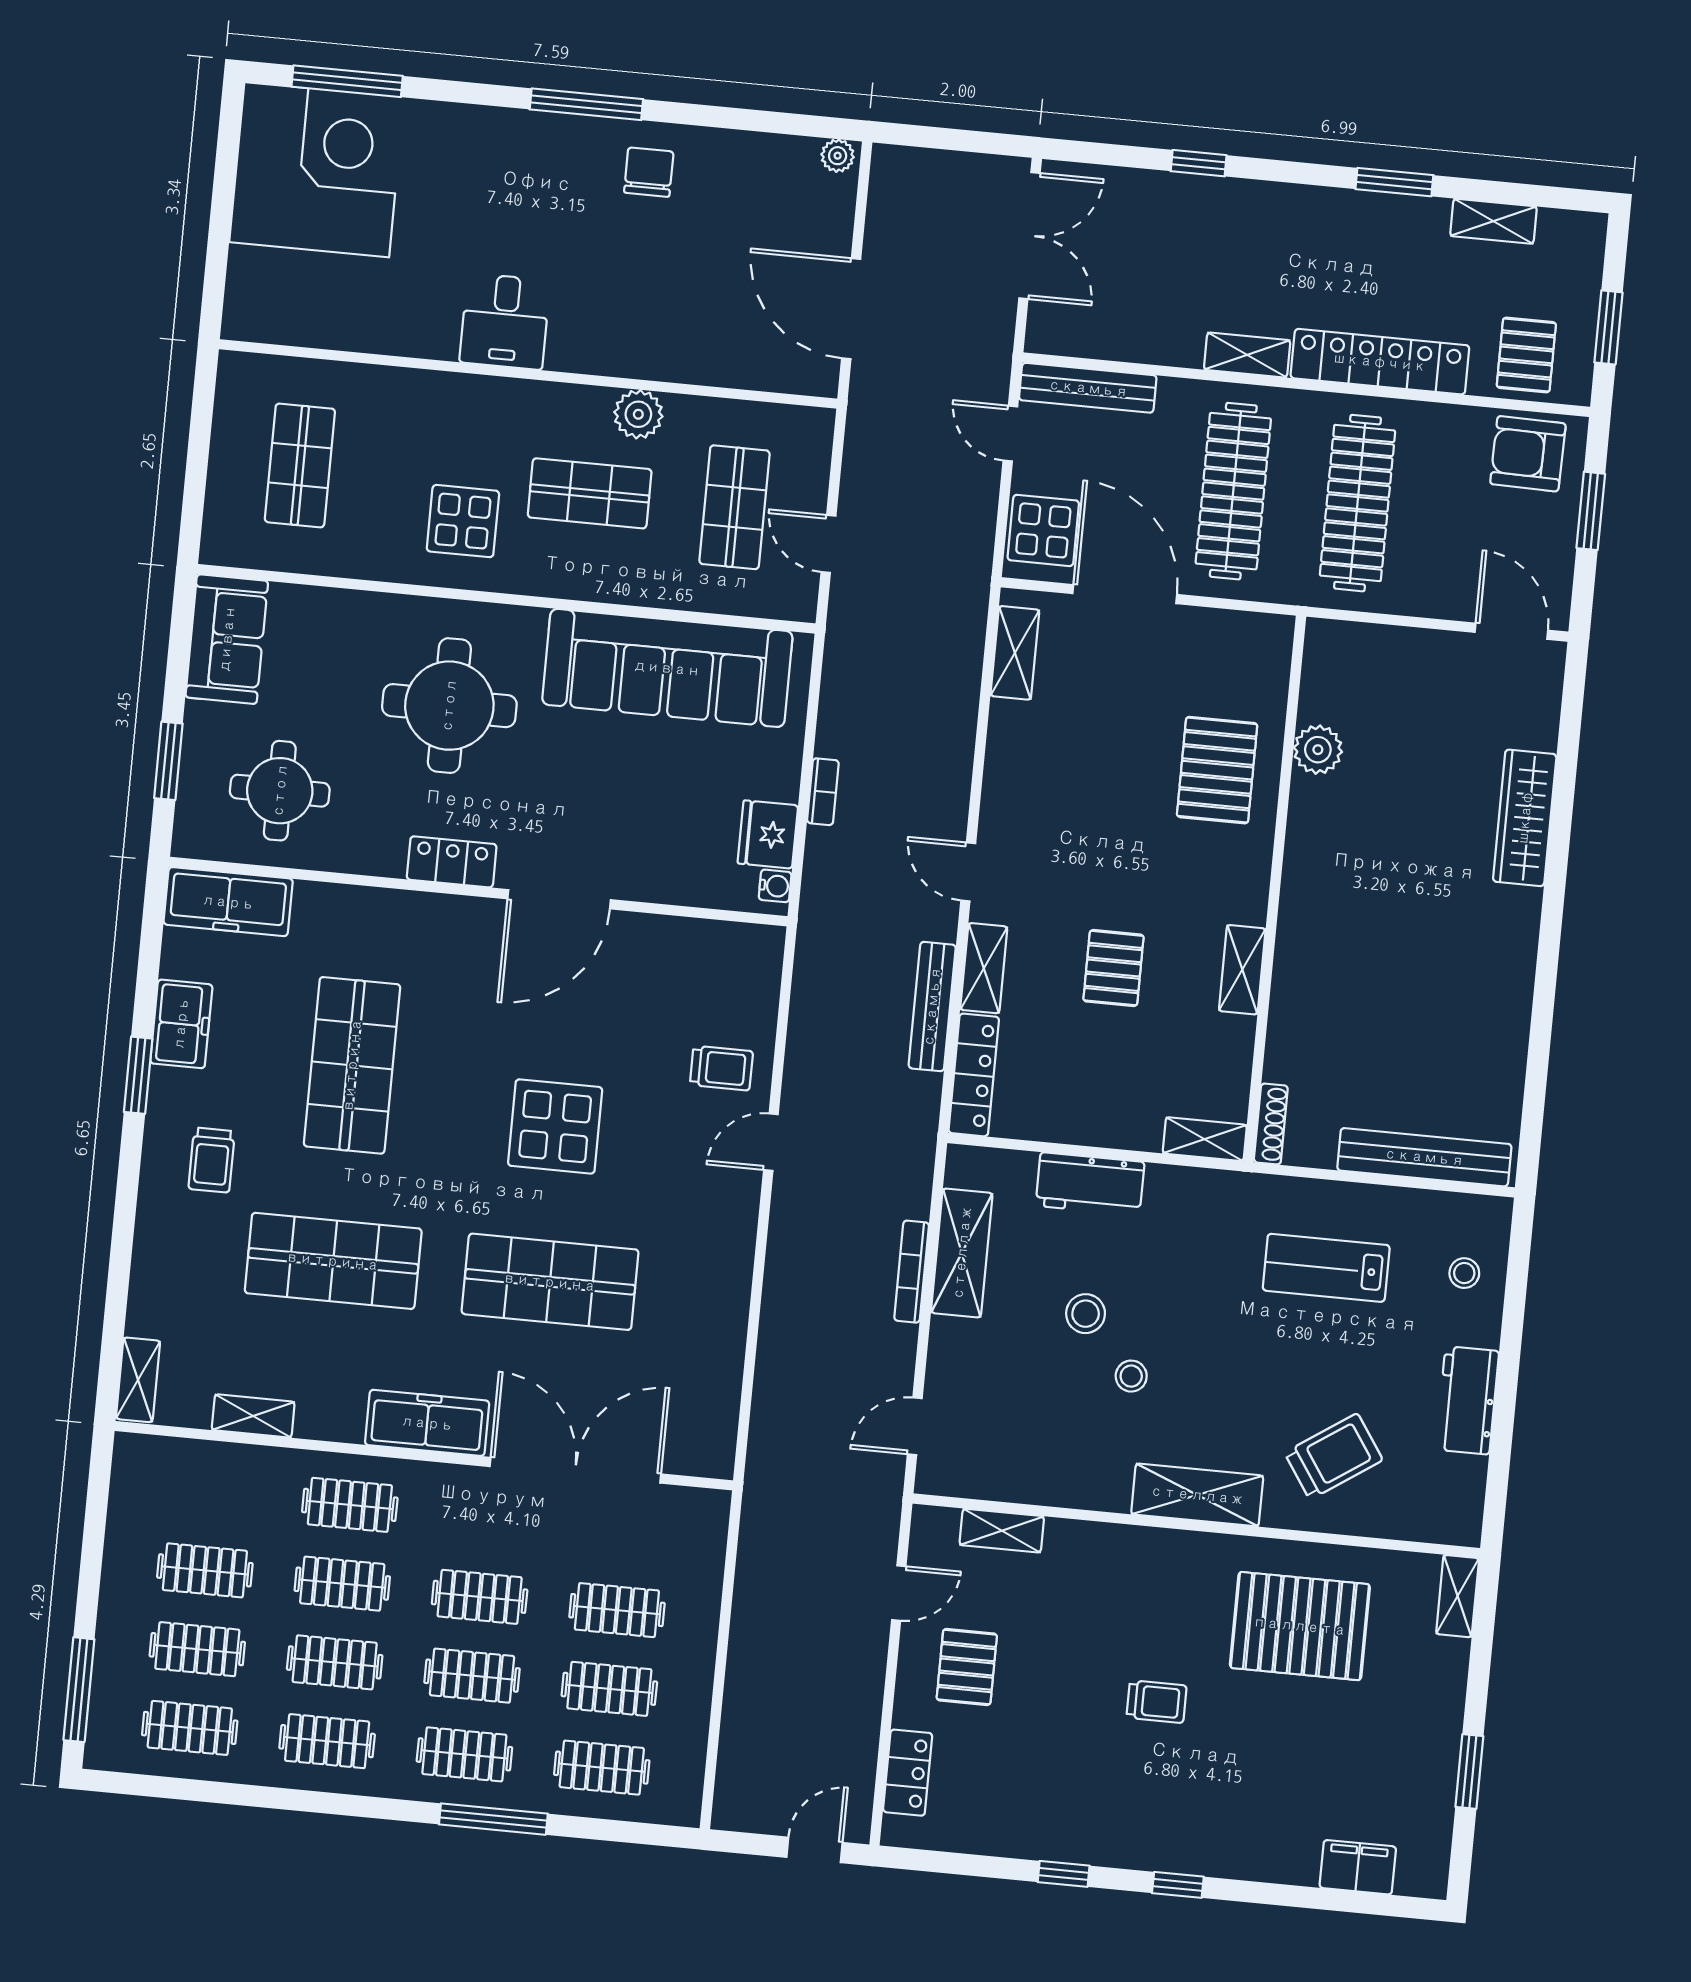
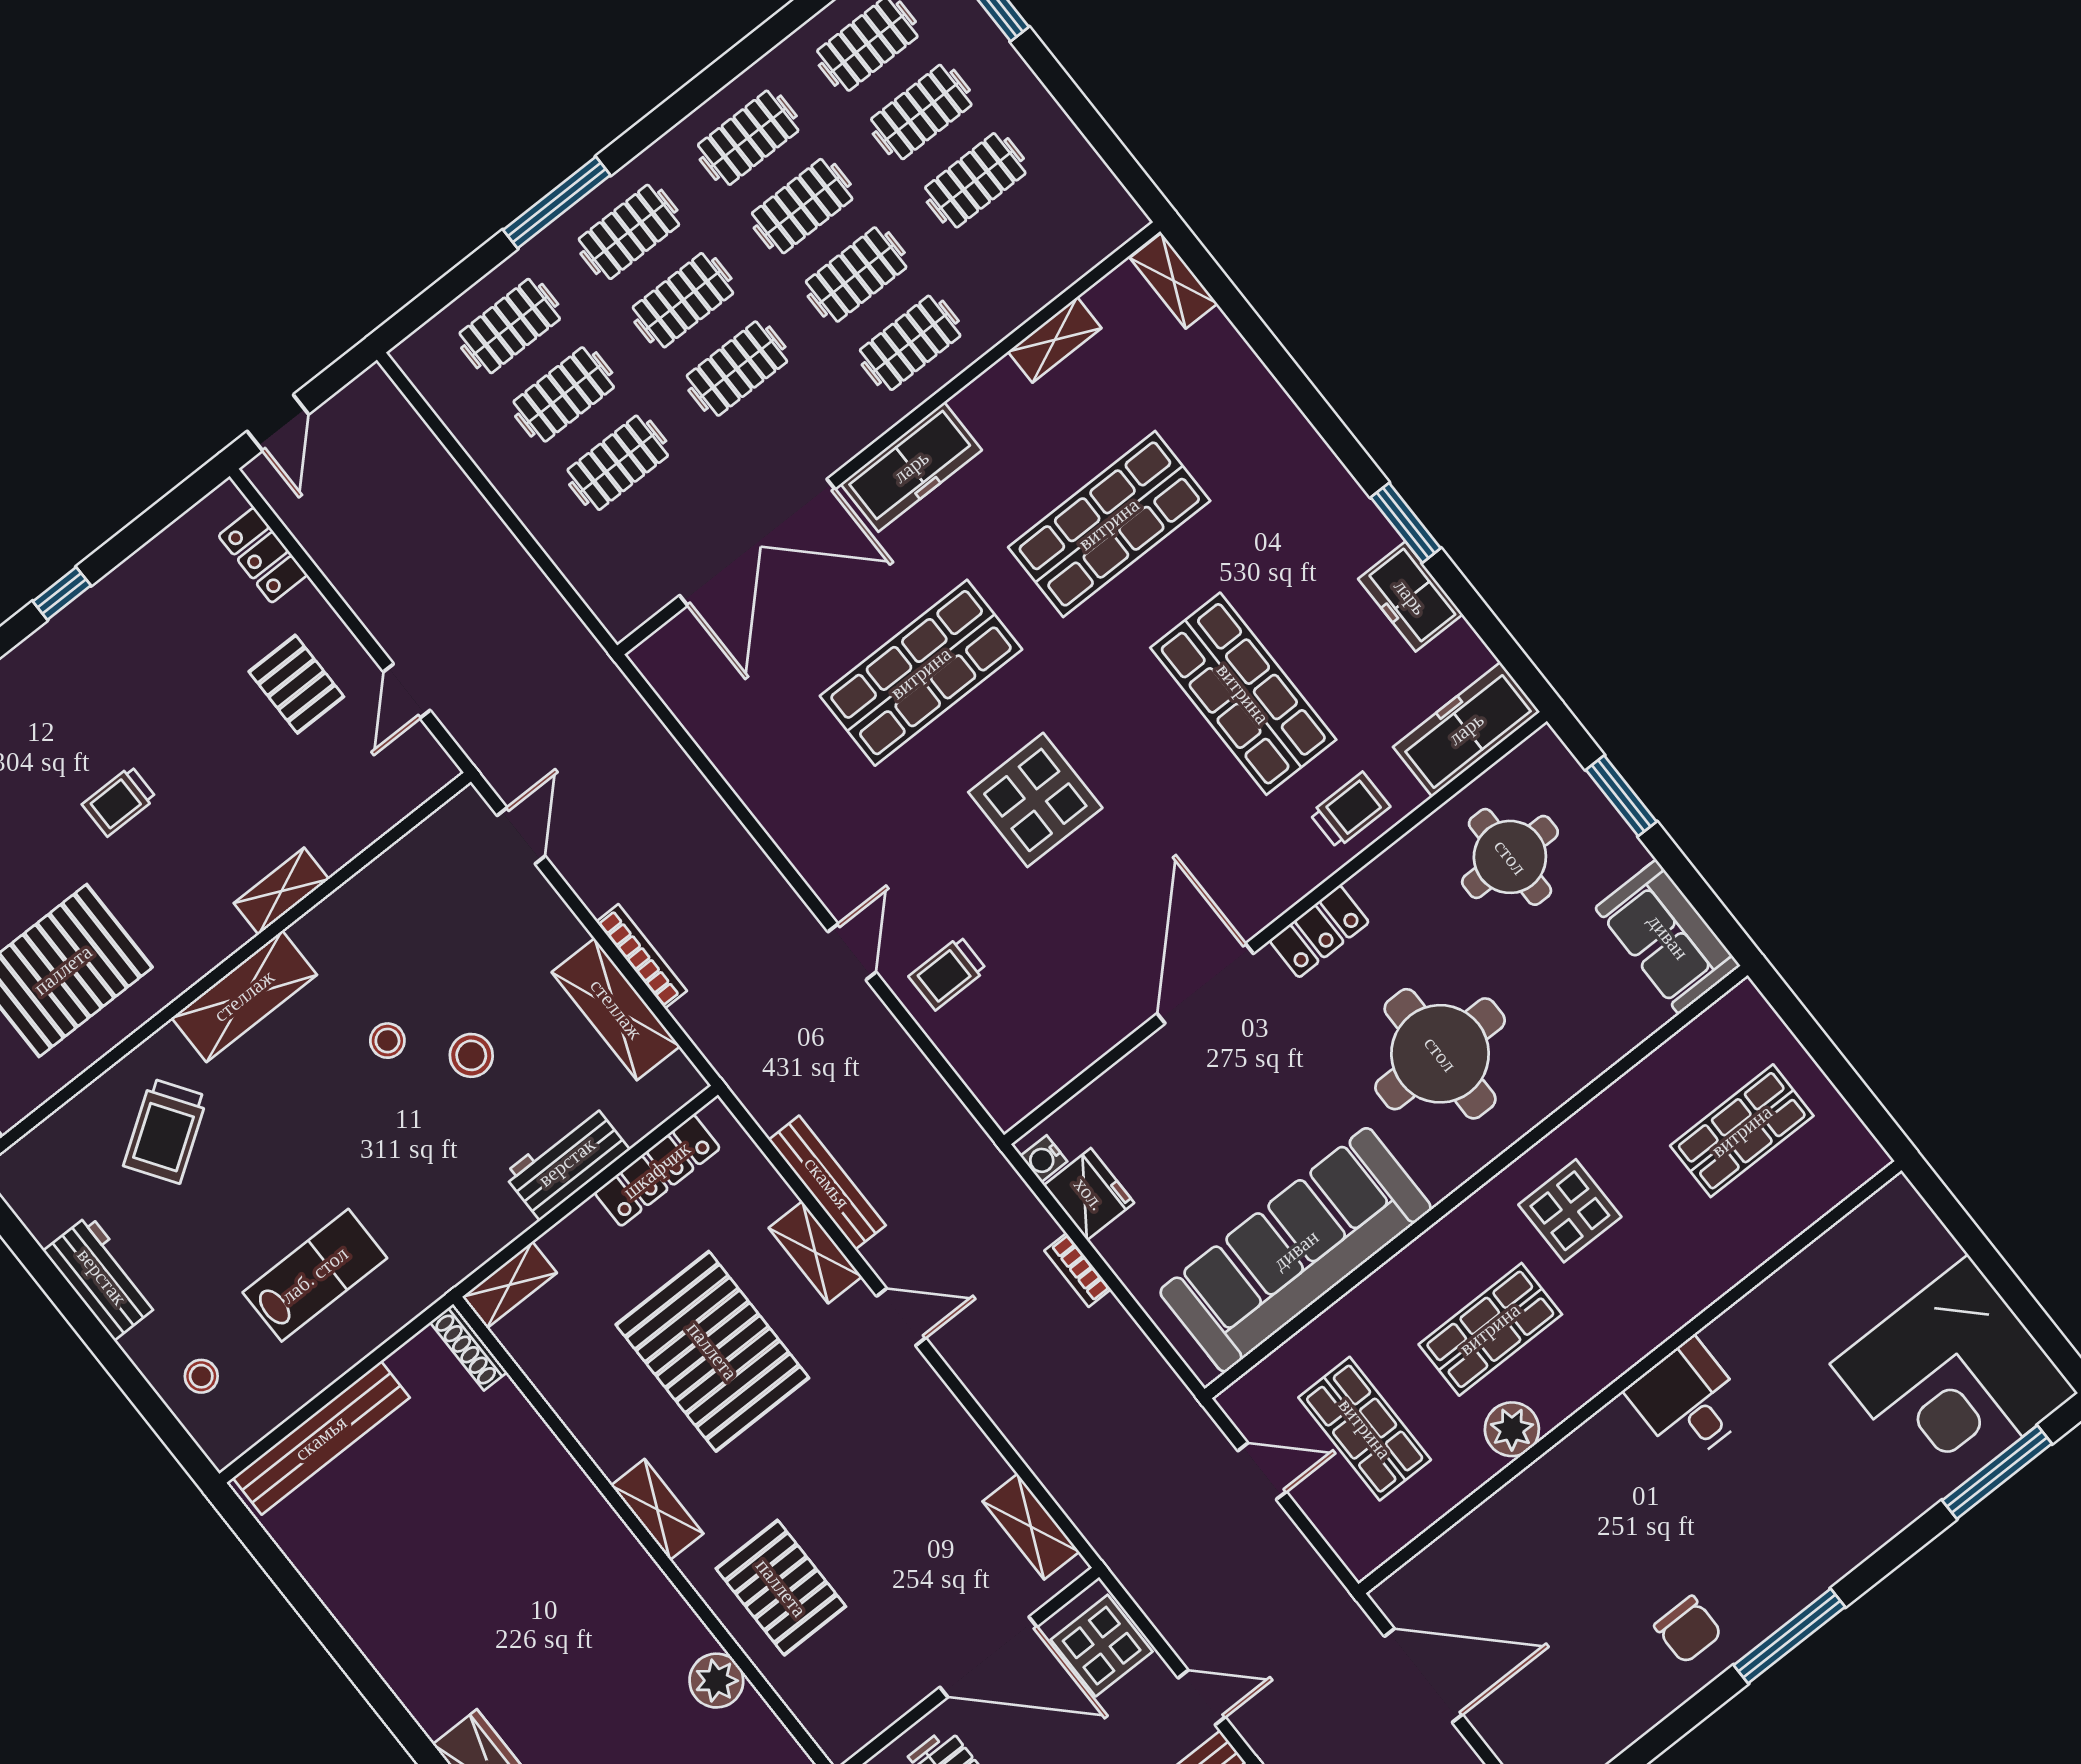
shop shelf: (300, 465) -> (1742, 1131), turned 90
pallet: (1114, 968) -> (712, 1351), width x2.05, depth x2.00
shelving: (1242, 970) -> (657, 1509), moved
locker: (974, 1075) -> (657, 1170), moved, turned -90
trolley: (212, 1160) -> (1350, 810), moved, turned 90
shelving: (1002, 1531) -> (281, 891), moved

